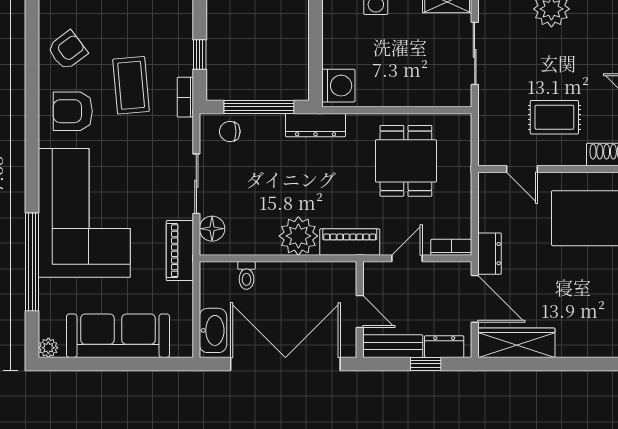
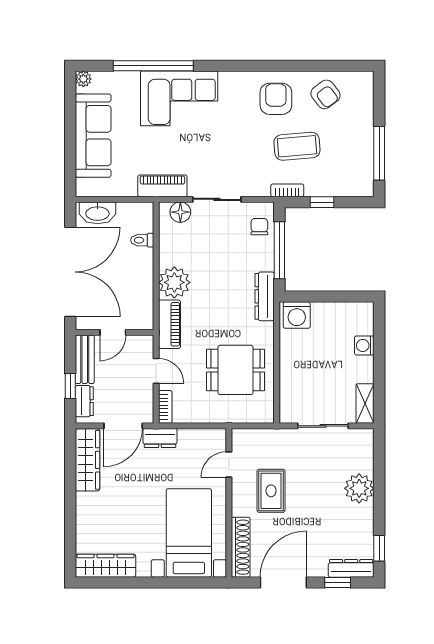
corner sofa: (84, 213) -> (179, 98), width x0.73, depth x0.74

